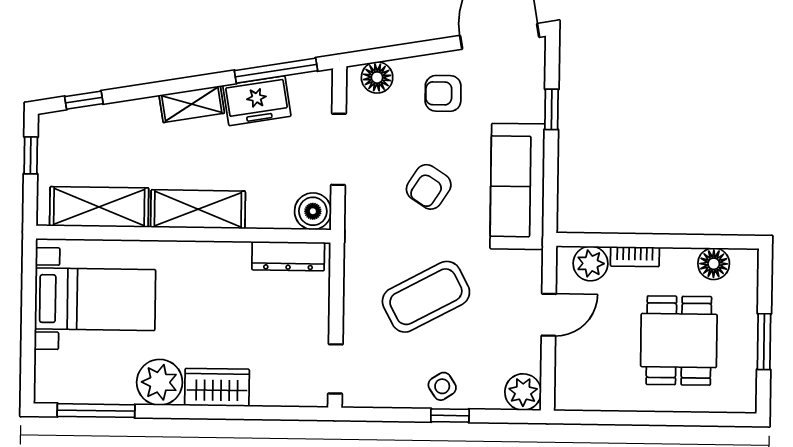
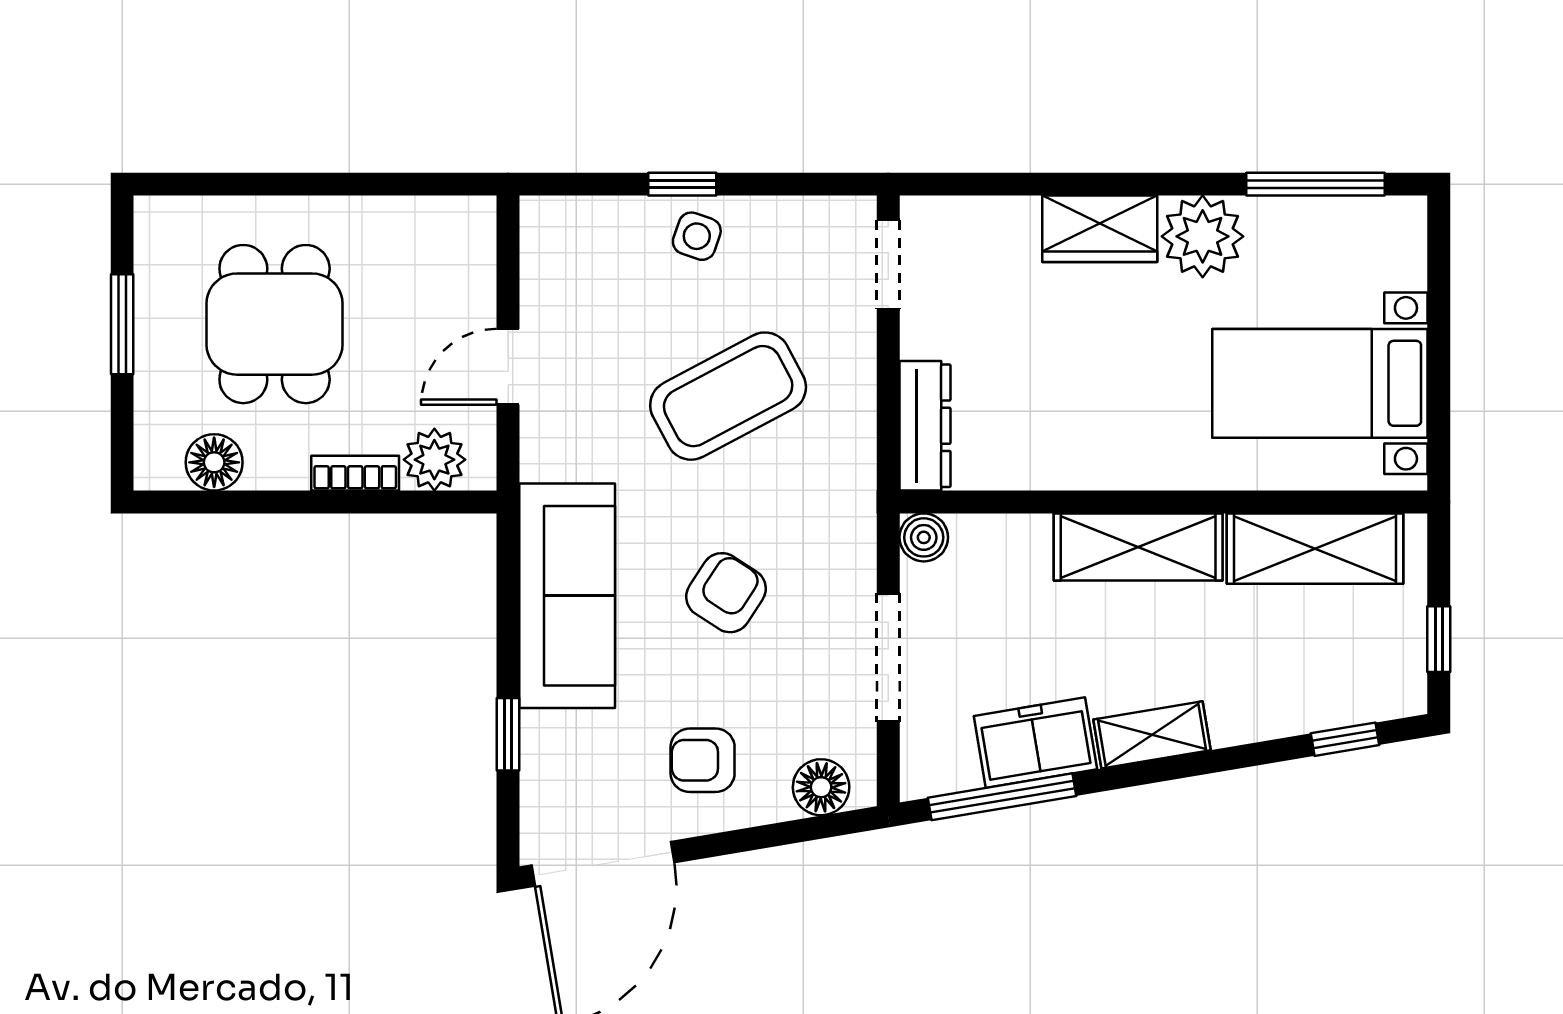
armchair: (443, 93) -> (703, 760), turned 180
boiler: (313, 211) -> (924, 537), width x0.73, depth x0.73
dresser: (288, 256) -> (925, 426), moved, turned 90
side table: (442, 386) -> (697, 236), turned -38
plant: (523, 392) -> (552, 228), removed

